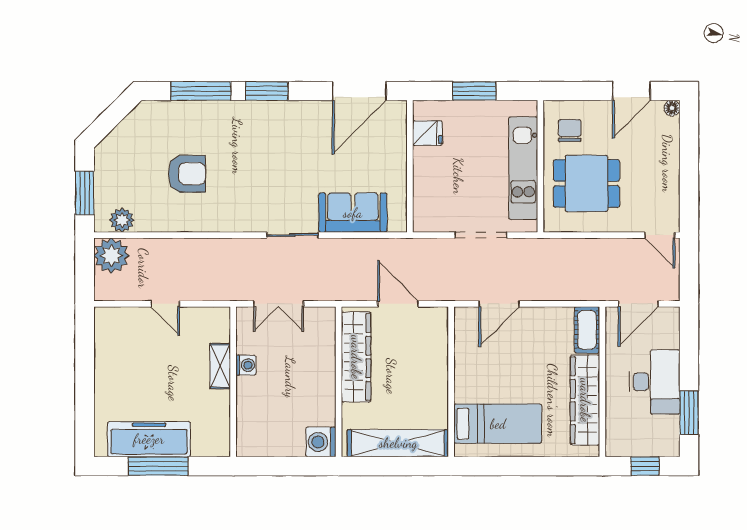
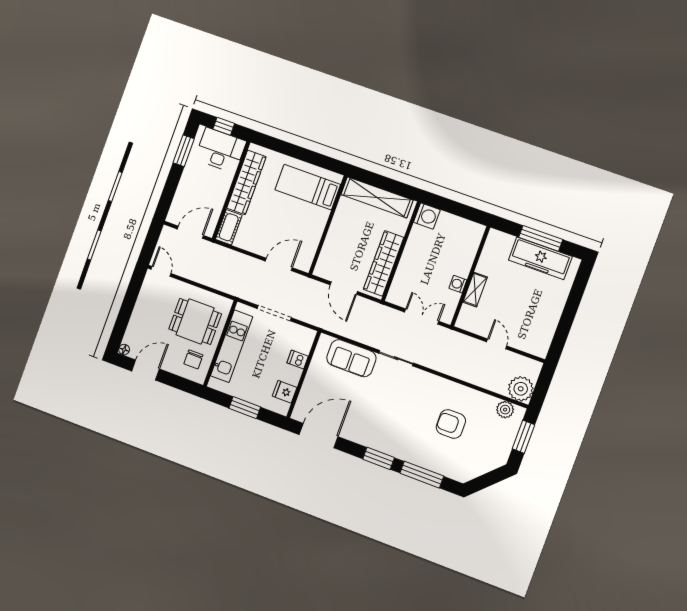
dishwasher: (426, 184) -> (298, 360), added
desk: (655, 382) -> (221, 150), moved, turned 90

